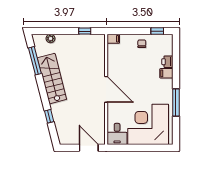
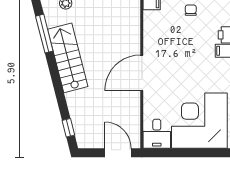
door: (106, 89) -> (142, 73), swing flipped
window: (49, 116) -> (68, 128), moved

